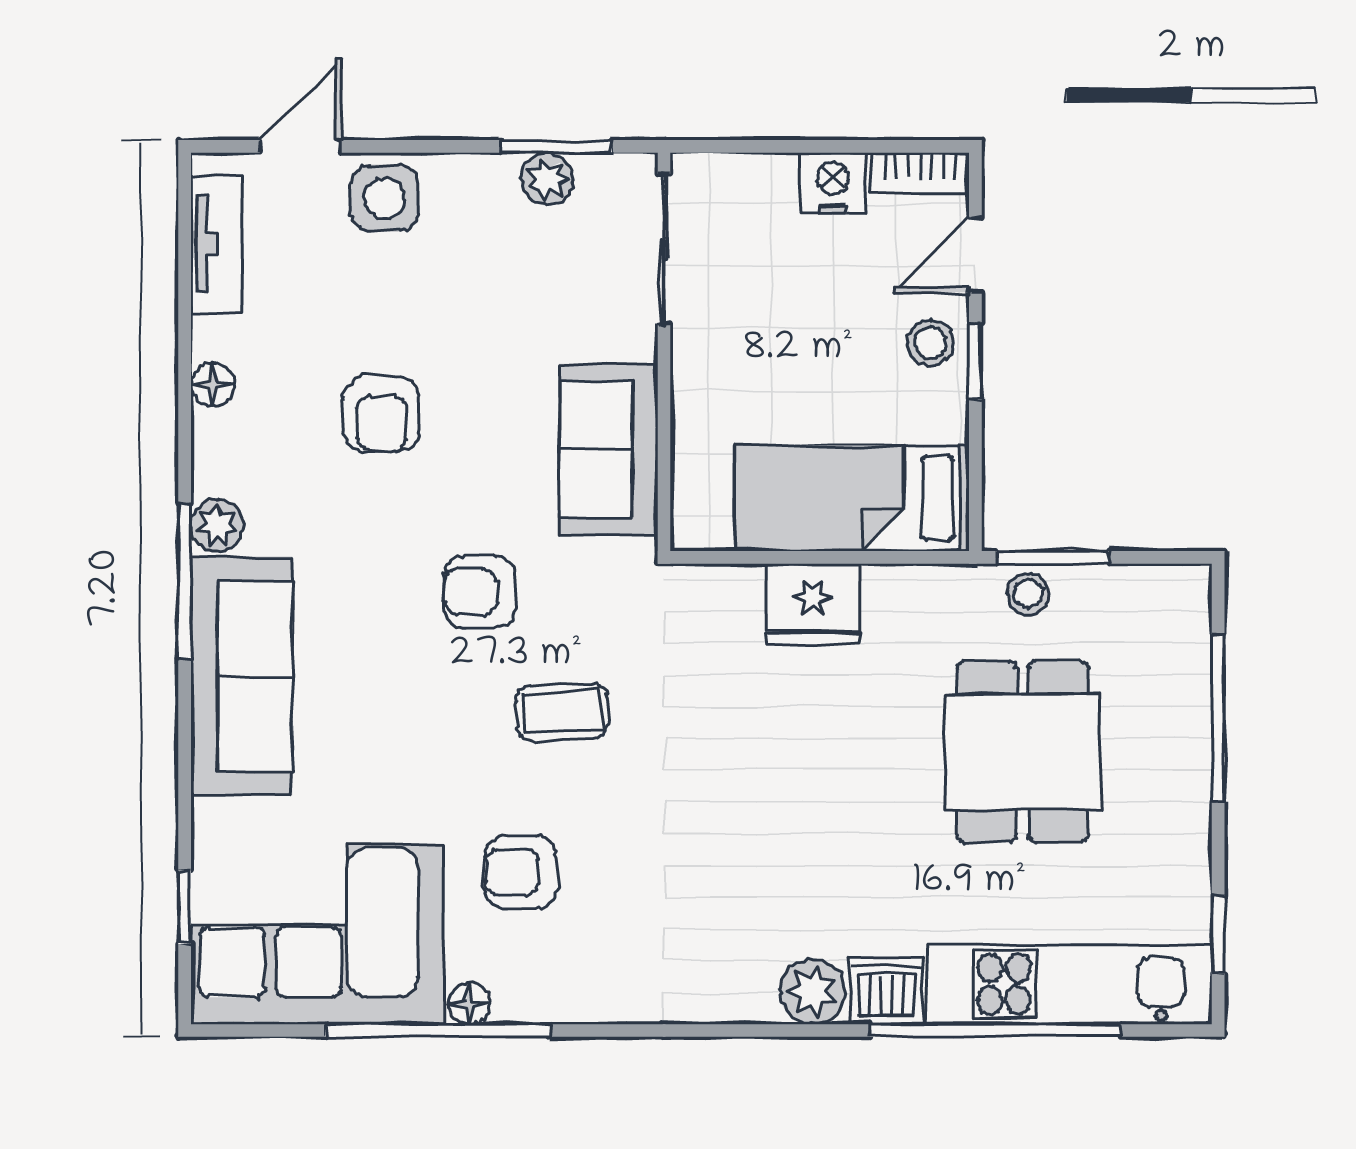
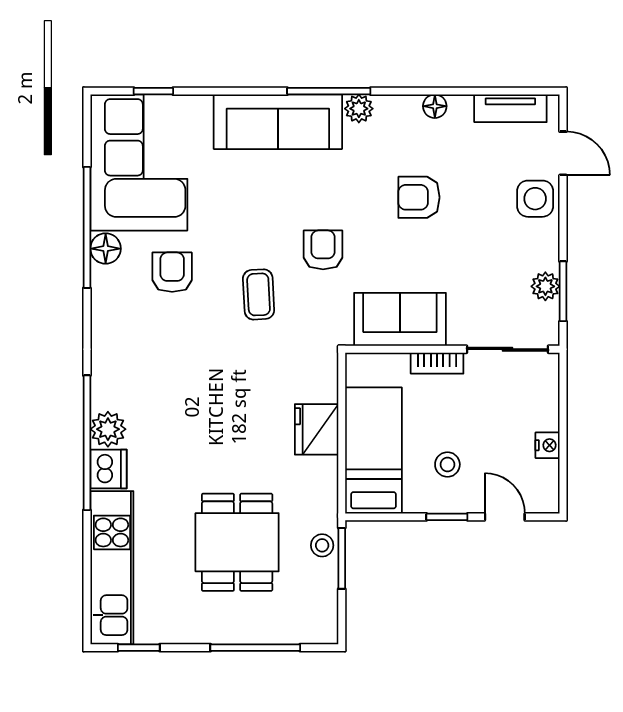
bookcase: (920, 172) -> (437, 363), moved, turned -90
nightstand: (833, 183) -> (548, 445), width x0.72, depth x0.74
stool: (930, 343) -> (447, 464), moved
dining table: (1022, 752) -> (237, 542), turned 90
floor lamp: (469, 1004) -> (106, 249), width x1.37, depth x1.37
window: (995, 1030) -> (87, 443), moved

